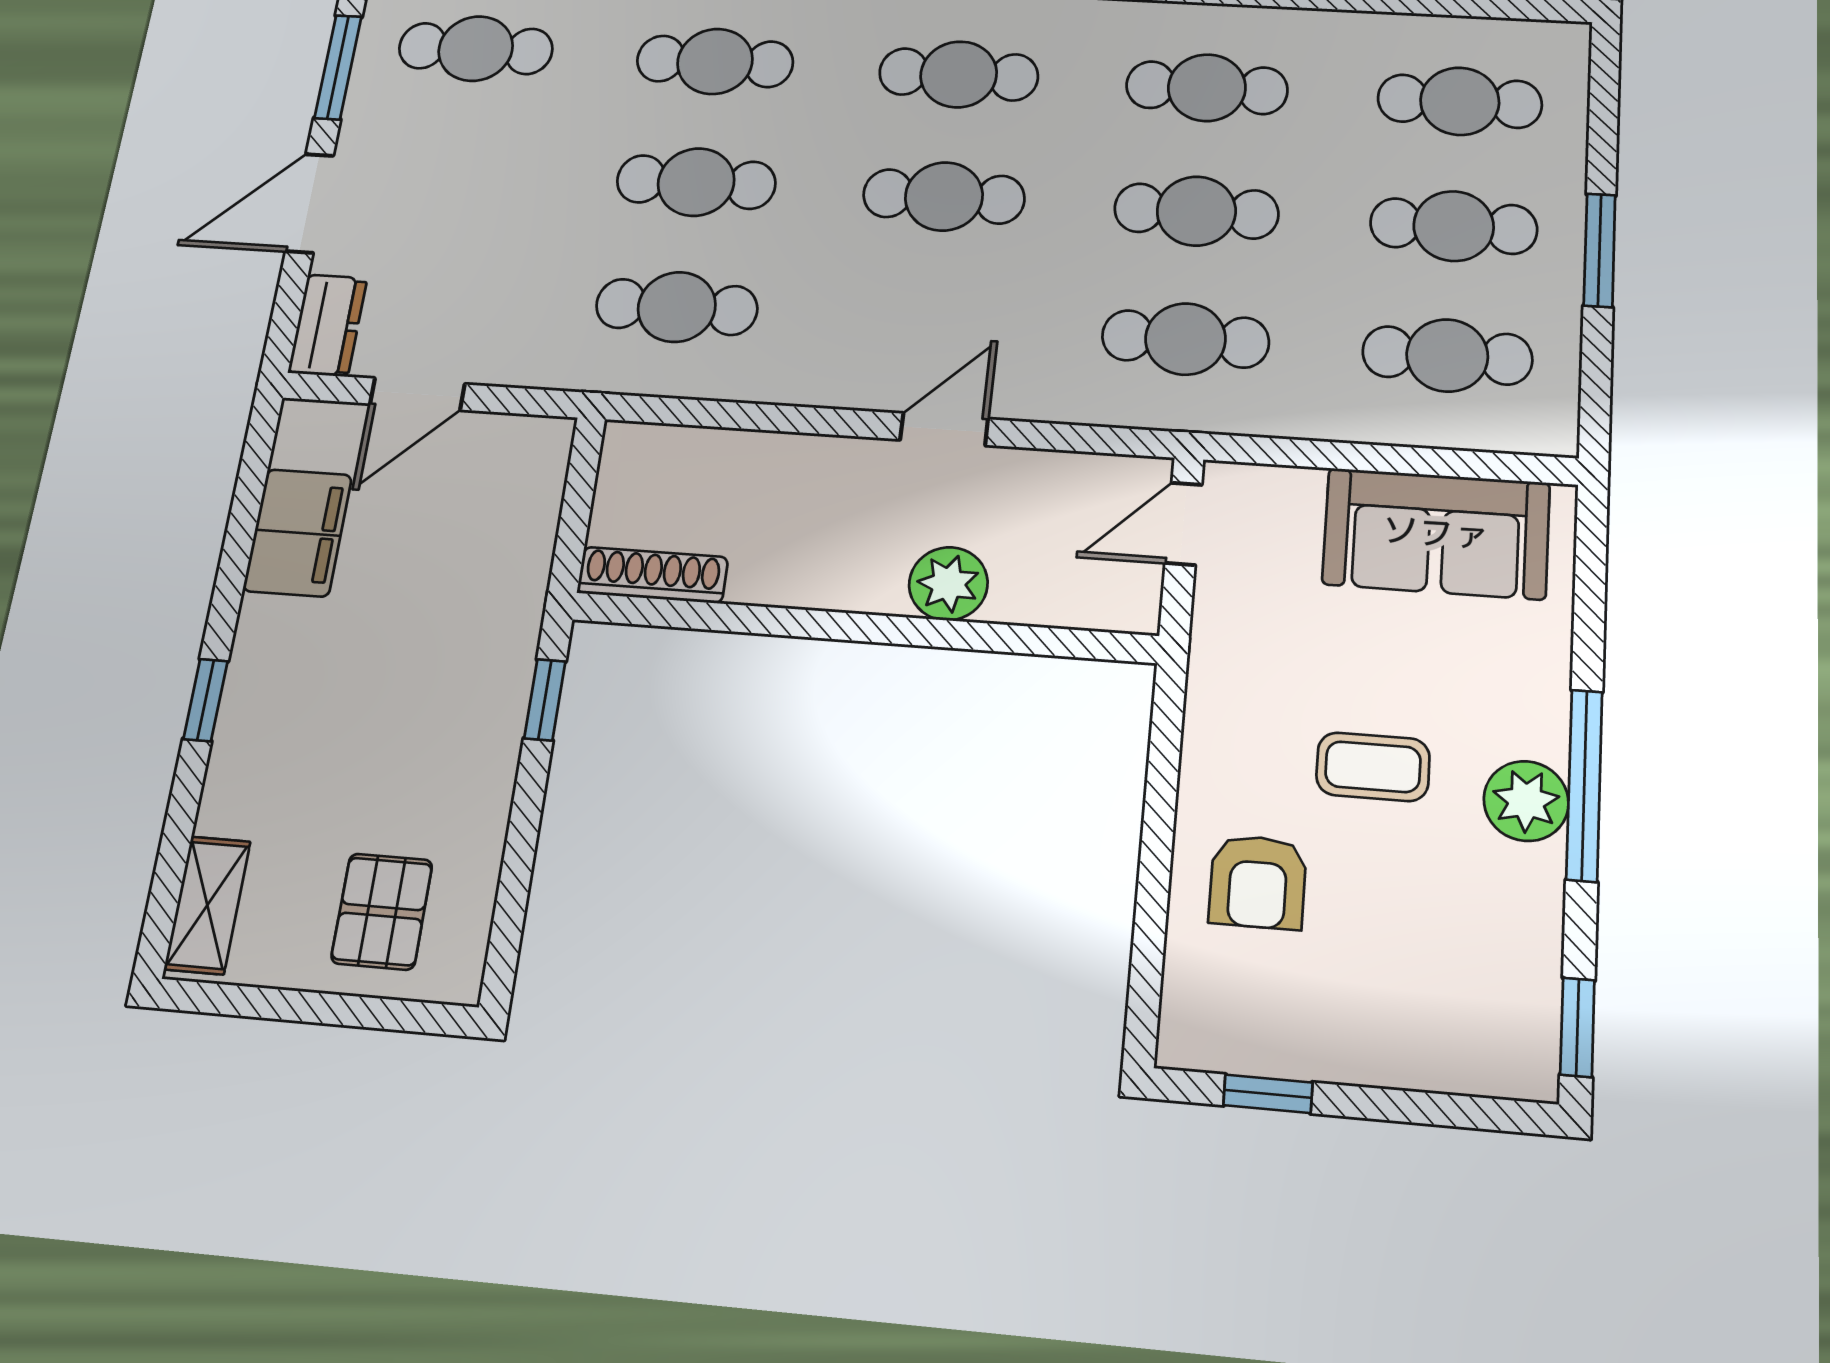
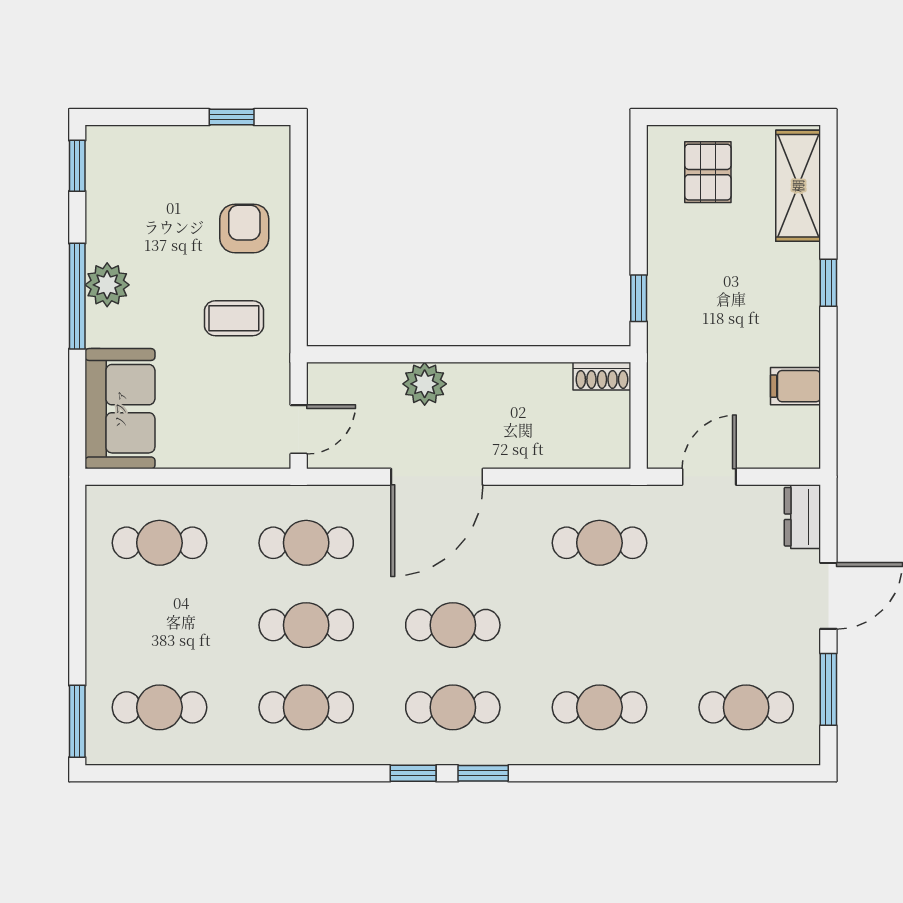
cafe table: (696, 182) -> (599, 625), removed
cafe table: (1454, 226) -> (159, 625), removed
window: (1600, 250) -> (77, 721), moved
door: (417, 394) -> (709, 477), moved
door: (944, 429) -> (437, 477), width x1.87
filing cabinet: (298, 533) -> (796, 386), width x0.50
sofa: (1436, 533) -> (120, 409), moved, turned 90
shoe rack: (652, 575) -> (602, 376), width x0.70
coffee table: (1373, 767) -> (234, 318), moved
shelving: (207, 905) -> (798, 186), width x1.50, depth x1.33

